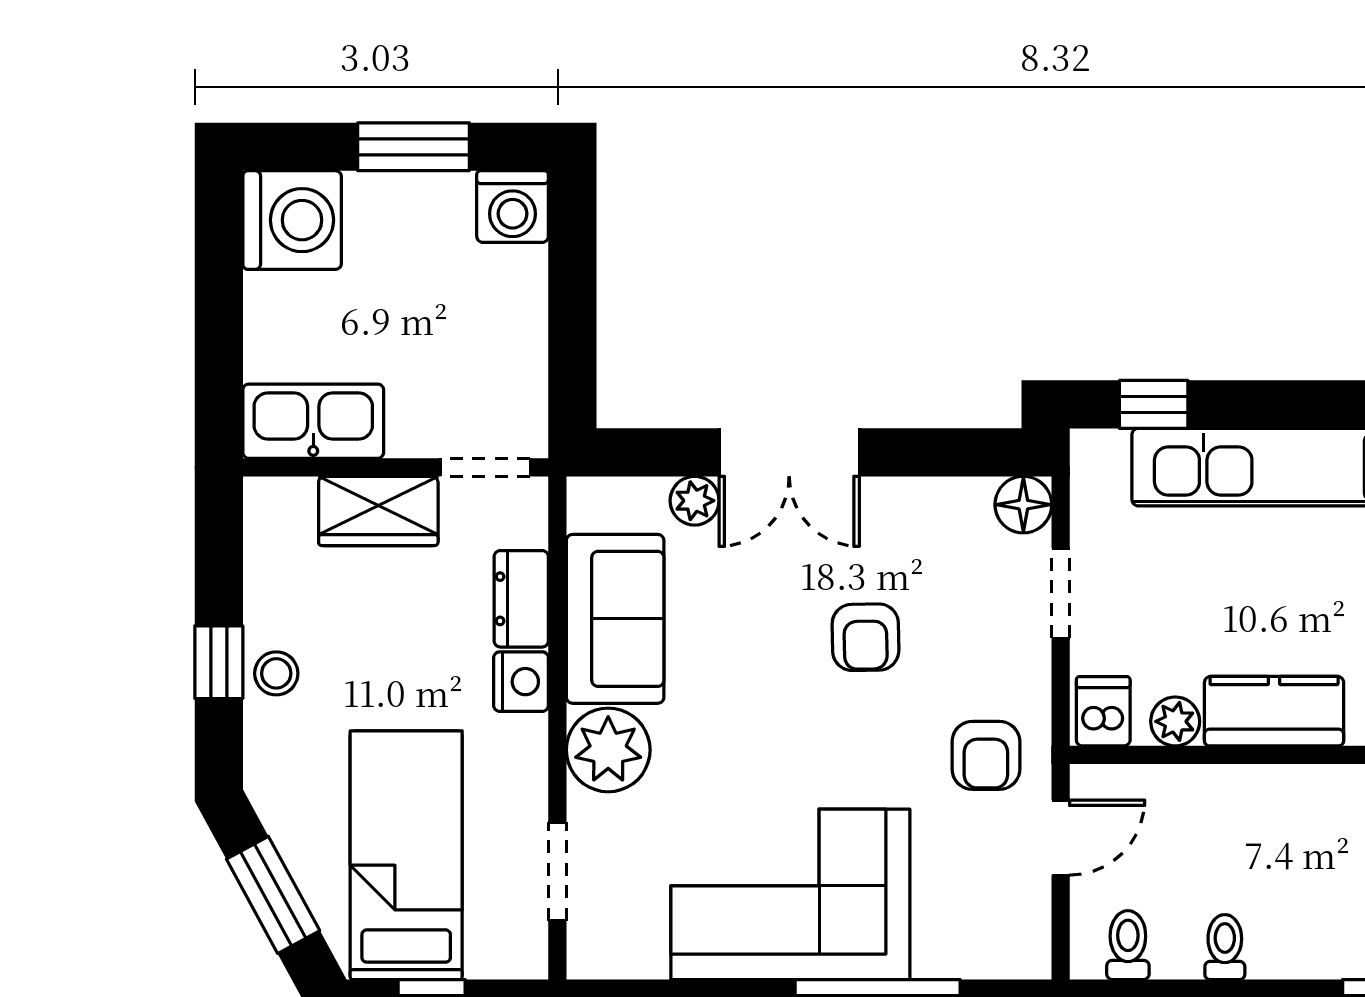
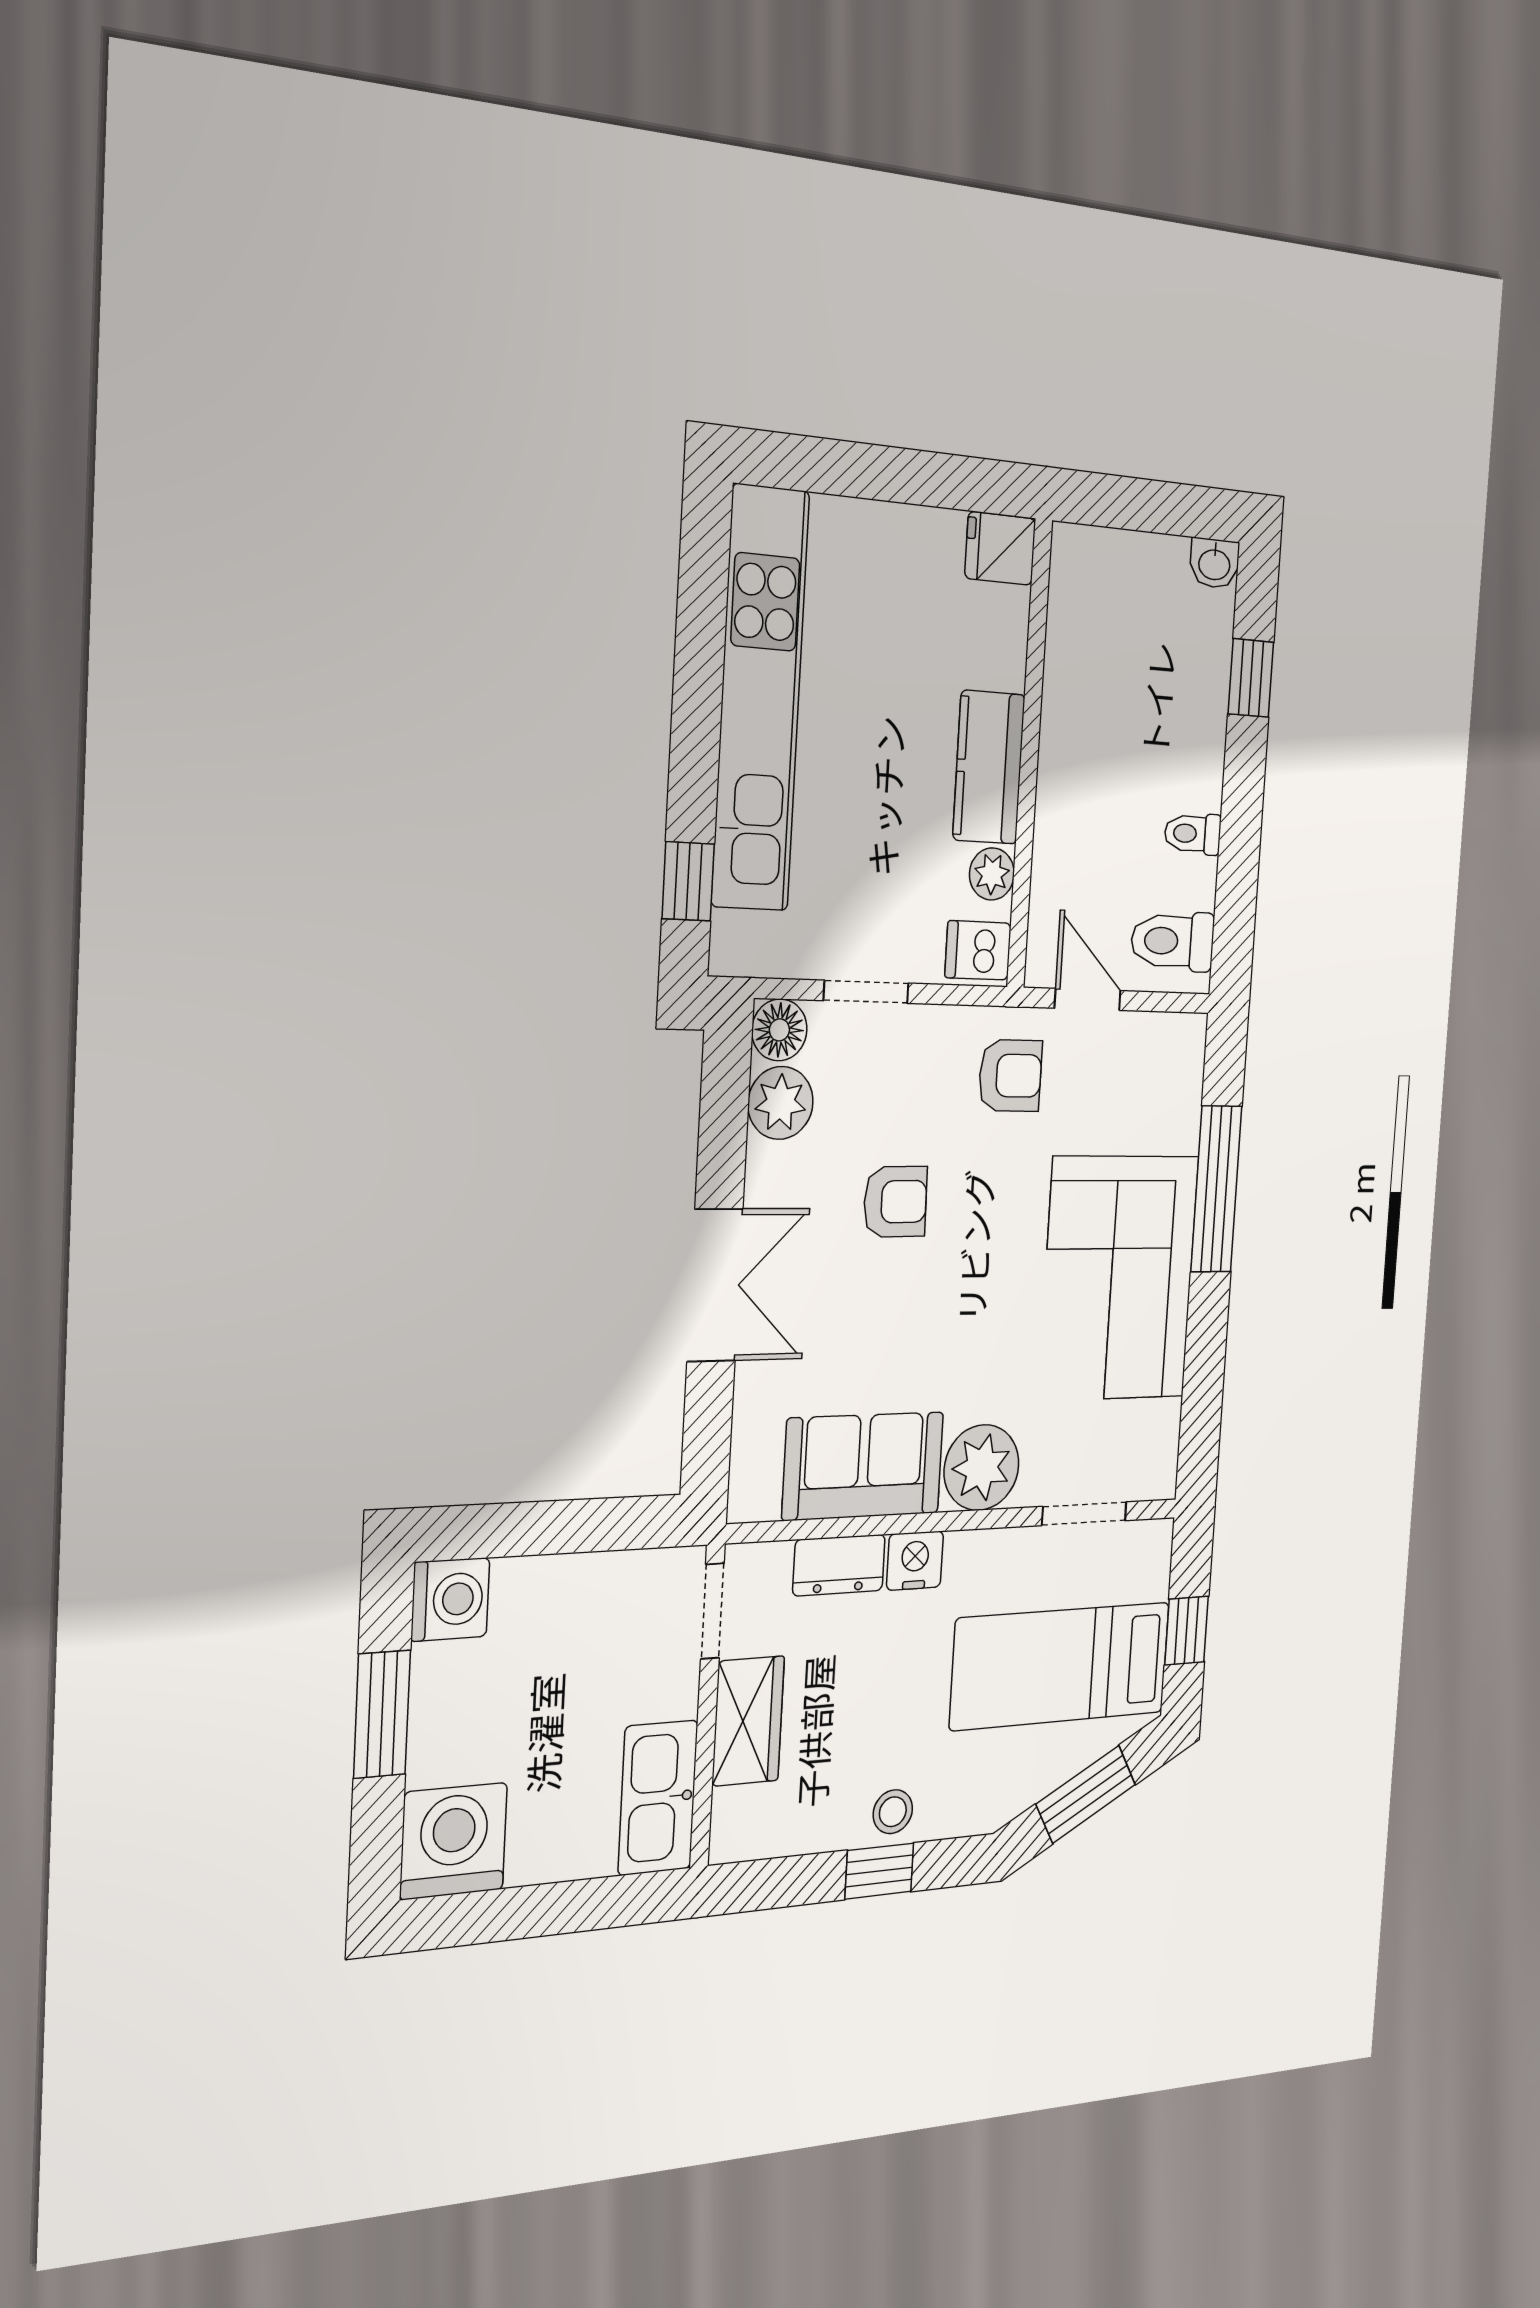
plant: (695, 501) -> (781, 1103), moved, width x1.38, depth x1.38
toilet: (1128, 945) -> (1173, 941), width x1.37, depth x1.39

